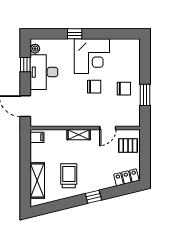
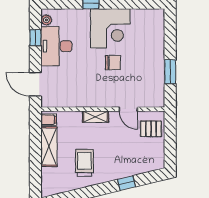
chair: (124, 89) -> (146, 65), removed
door: (108, 128) -> (128, 109), hinge flipped
locker: (126, 177) -> (149, 165), removed
shelving: (37, 180) -> (49, 147), moved
window: (93, 197) -> (126, 183), moved

